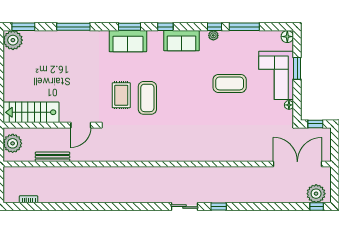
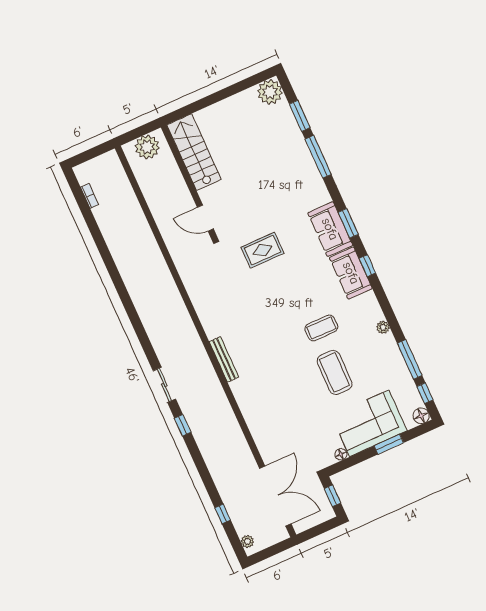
window: (23, 27) -> (300, 116), moved
window: (214, 27) -> (425, 393), moved
sofa: (181, 41) -> (351, 273), moved
coffee table: (147, 98) -> (321, 328), moved, width x0.73, depth x0.76
bench: (52, 157) -> (224, 359), moved
plant: (316, 194) -> (247, 541), width x0.53, depth x0.53
window: (317, 207) -> (223, 514), moved

